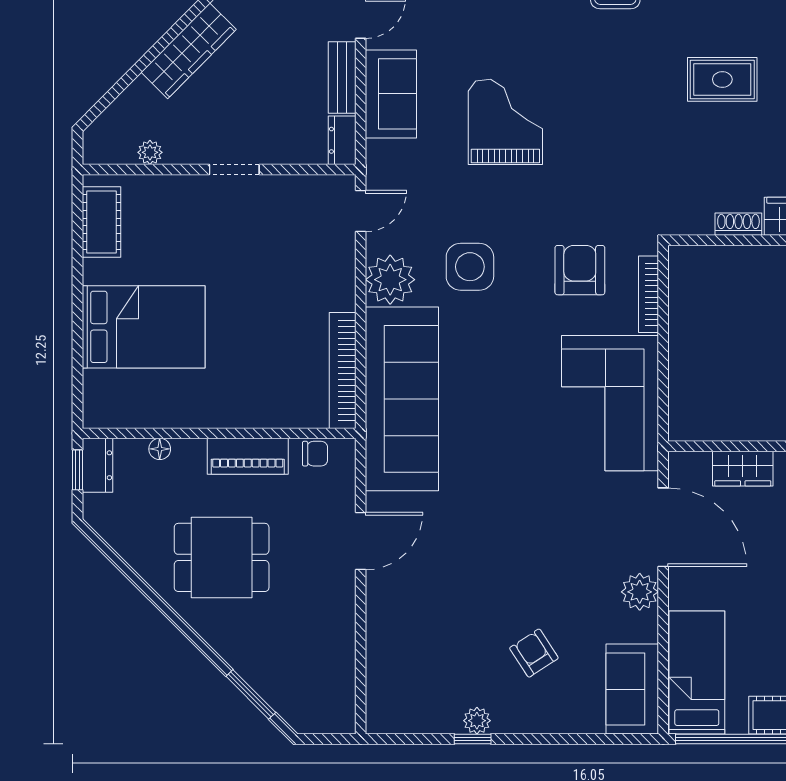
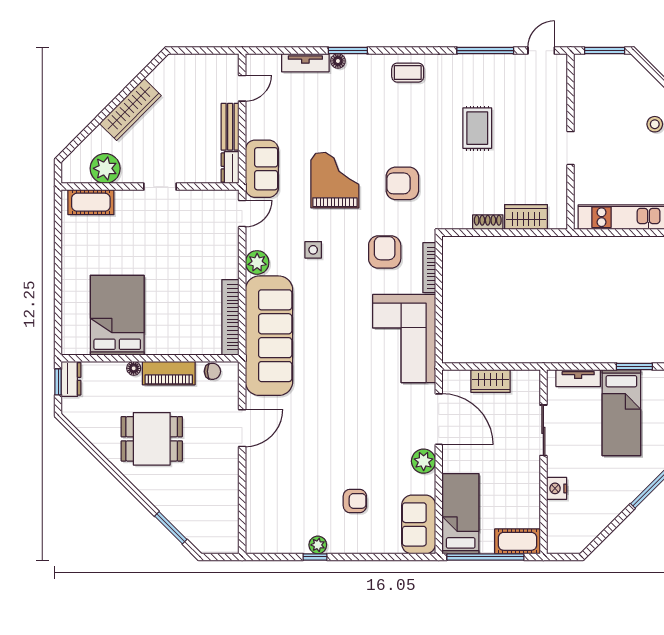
rug: (722, 79) -> (477, 128), turned 90
sofa: (391, 94) -> (262, 169), moved
grand piano: (505, 122) -> (335, 180), moved
plant: (150, 152) -> (105, 168), width x1.88, depth x1.88
armchair: (607, 165) -> (402, 183), added
cot: (102, 222) -> (91, 202), moved, turned 90
side table: (470, 267) -> (313, 250), width x0.54, depth x0.54
plant: (390, 280) -> (257, 262), width x0.73, depth x0.73
bed: (144, 327) -> (117, 315), moved, turned -90
floor lamp: (160, 449) -> (134, 368), moved
armchair: (534, 653) -> (355, 501), turned 123

